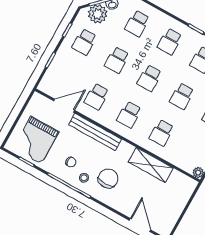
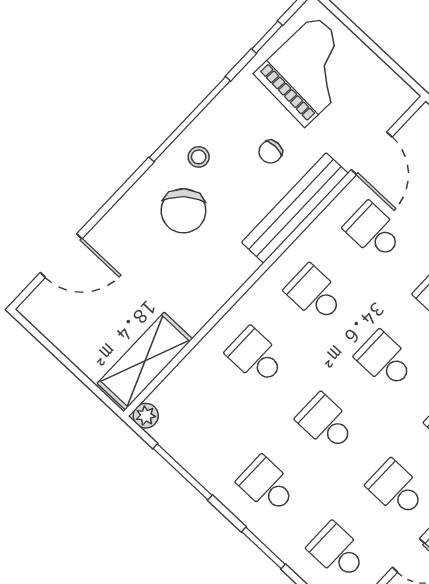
grand piano: (36, 140) -> (310, 71), turned 93
chair: (71, 162) -> (271, 152), moved
shelving: (151, 165) -> (145, 361), moved
chair: (108, 178) -> (183, 211), turned 49

